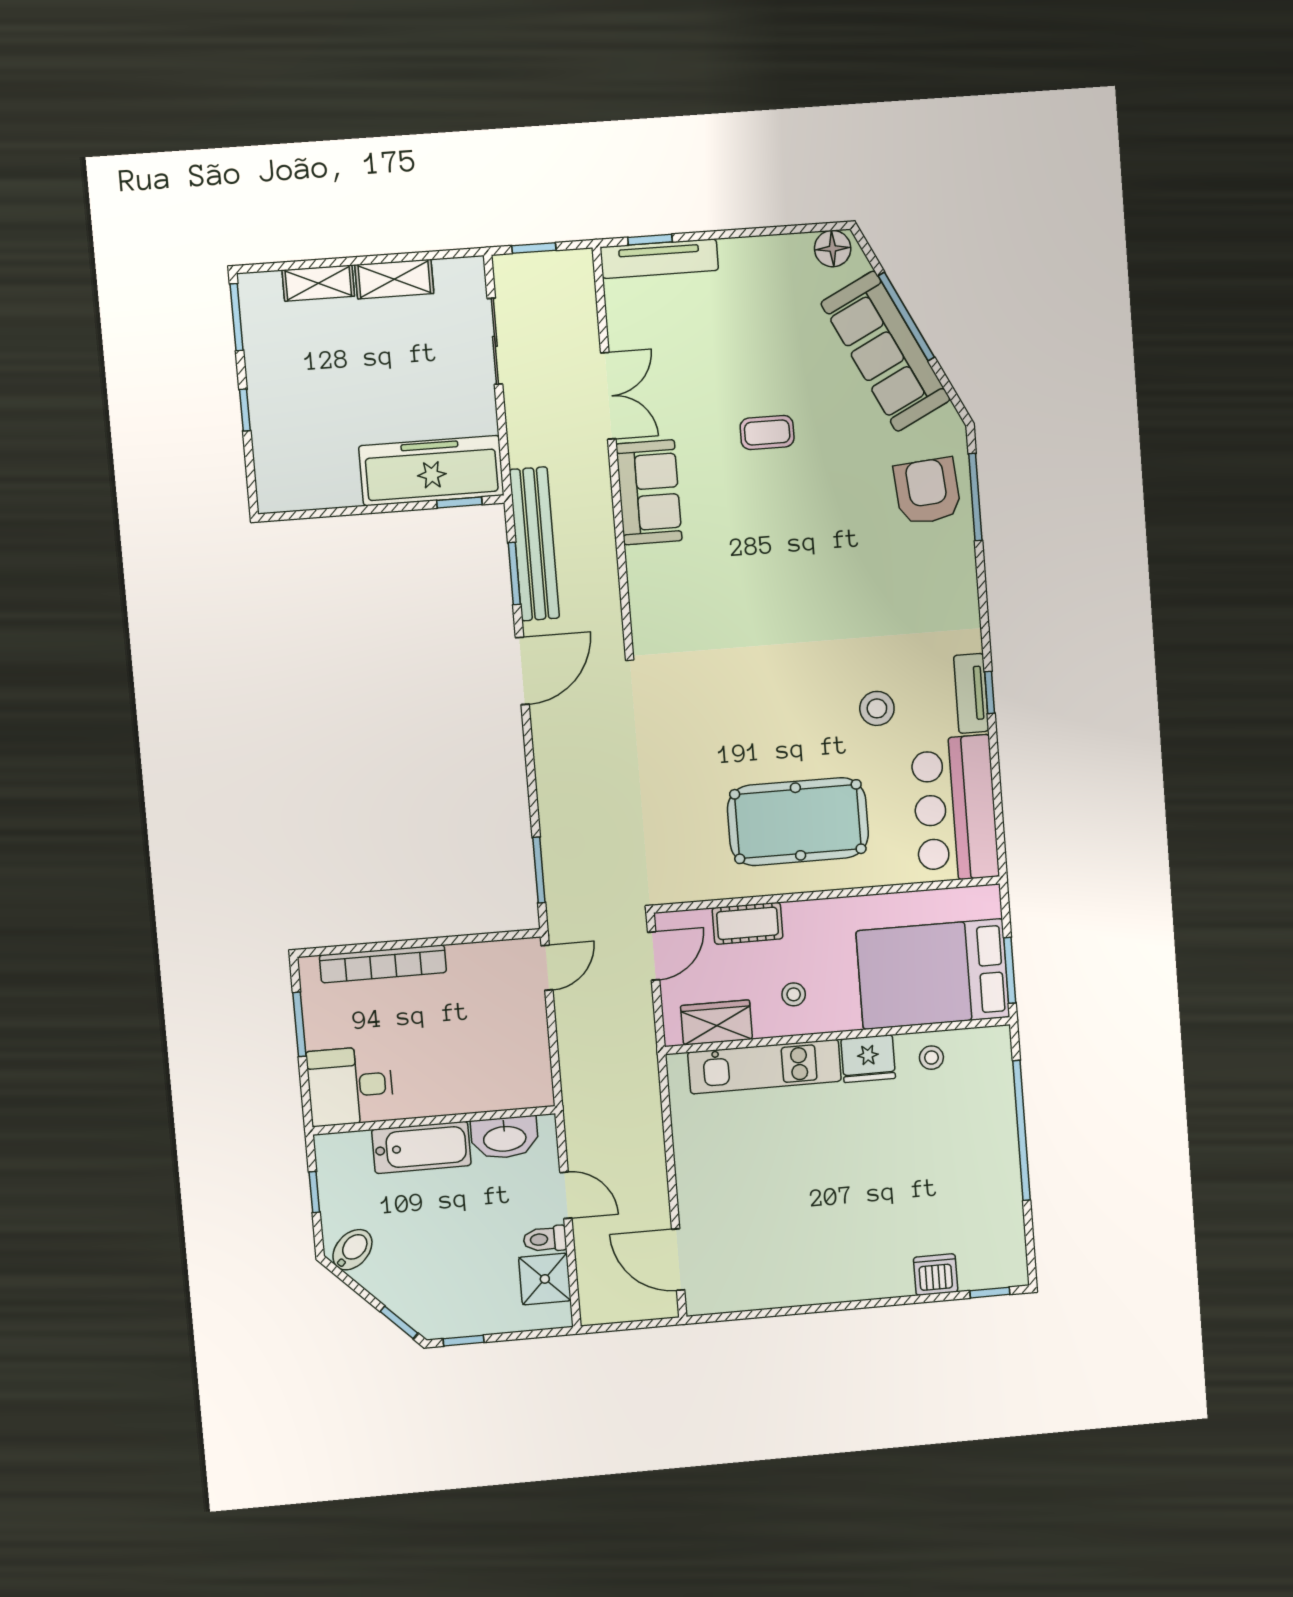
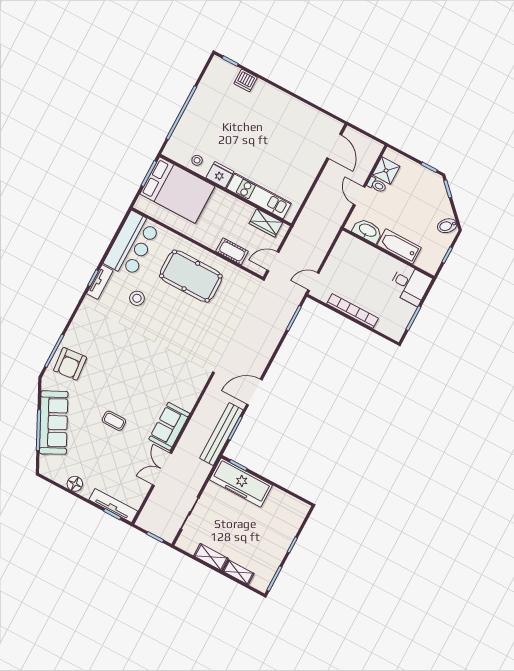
floor lamp: (833, 249) -> (75, 484), moved
bookcase: (383, 964) -> (352, 311), moved
stool: (794, 994) -> (232, 215), removed

